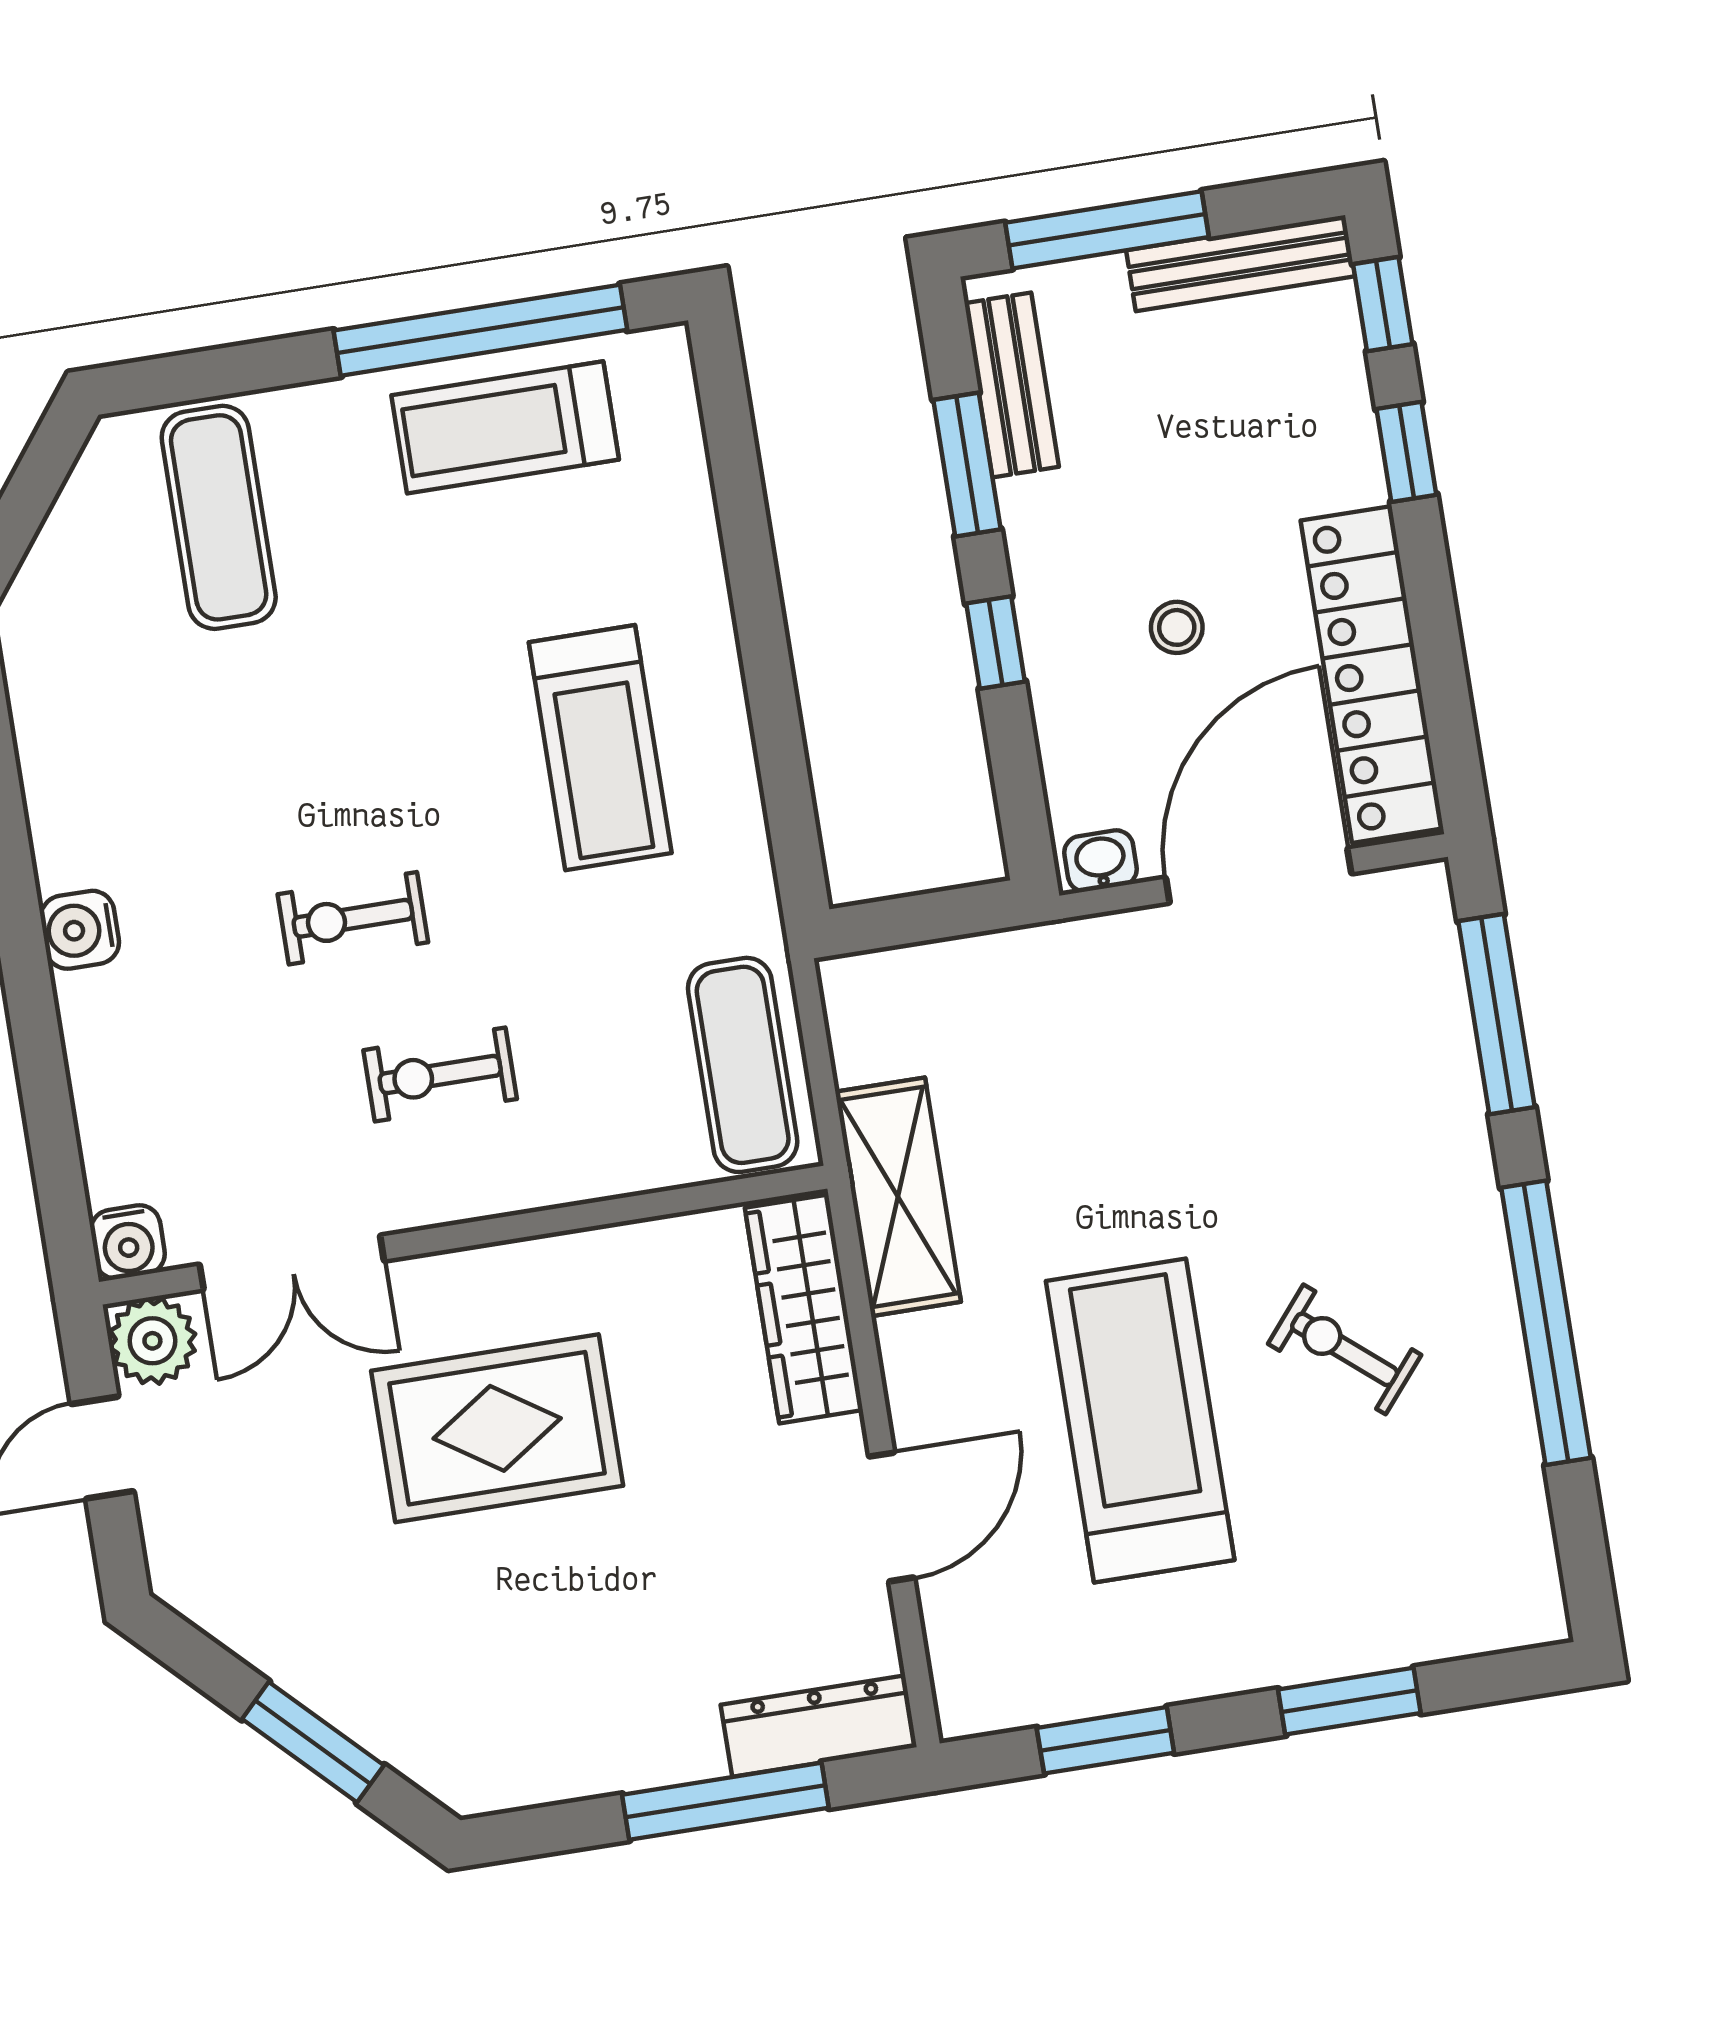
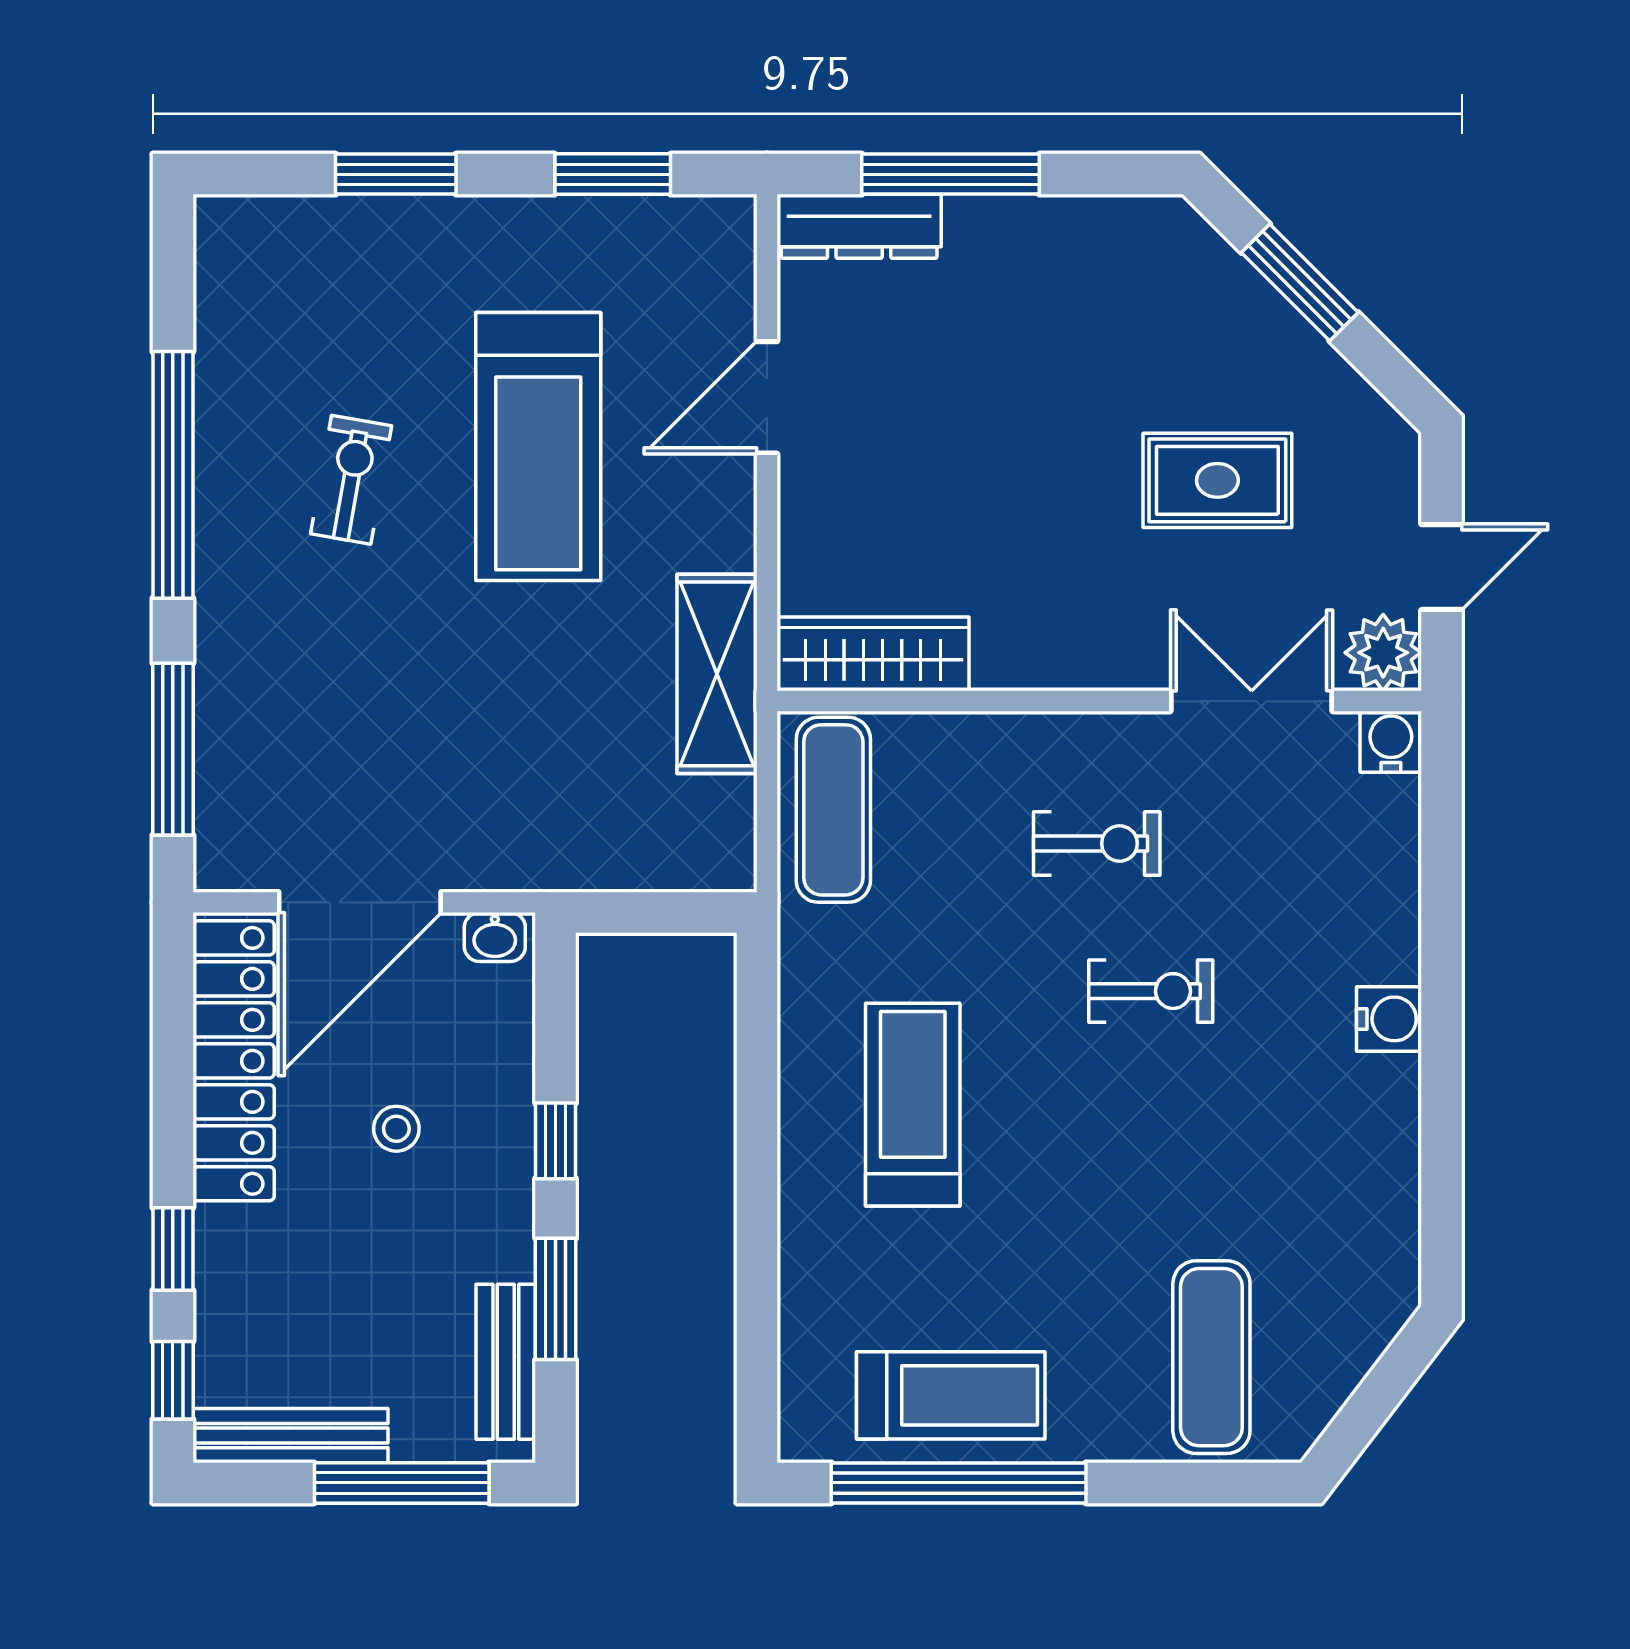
wardrobe: (804, 1309) -> (873, 654), moved, turned -90
exercise bike: (1345, 1349) -> (351, 480), turned -120
rug: (497, 1428) -> (1217, 480), moved, width x0.73, depth x0.70

